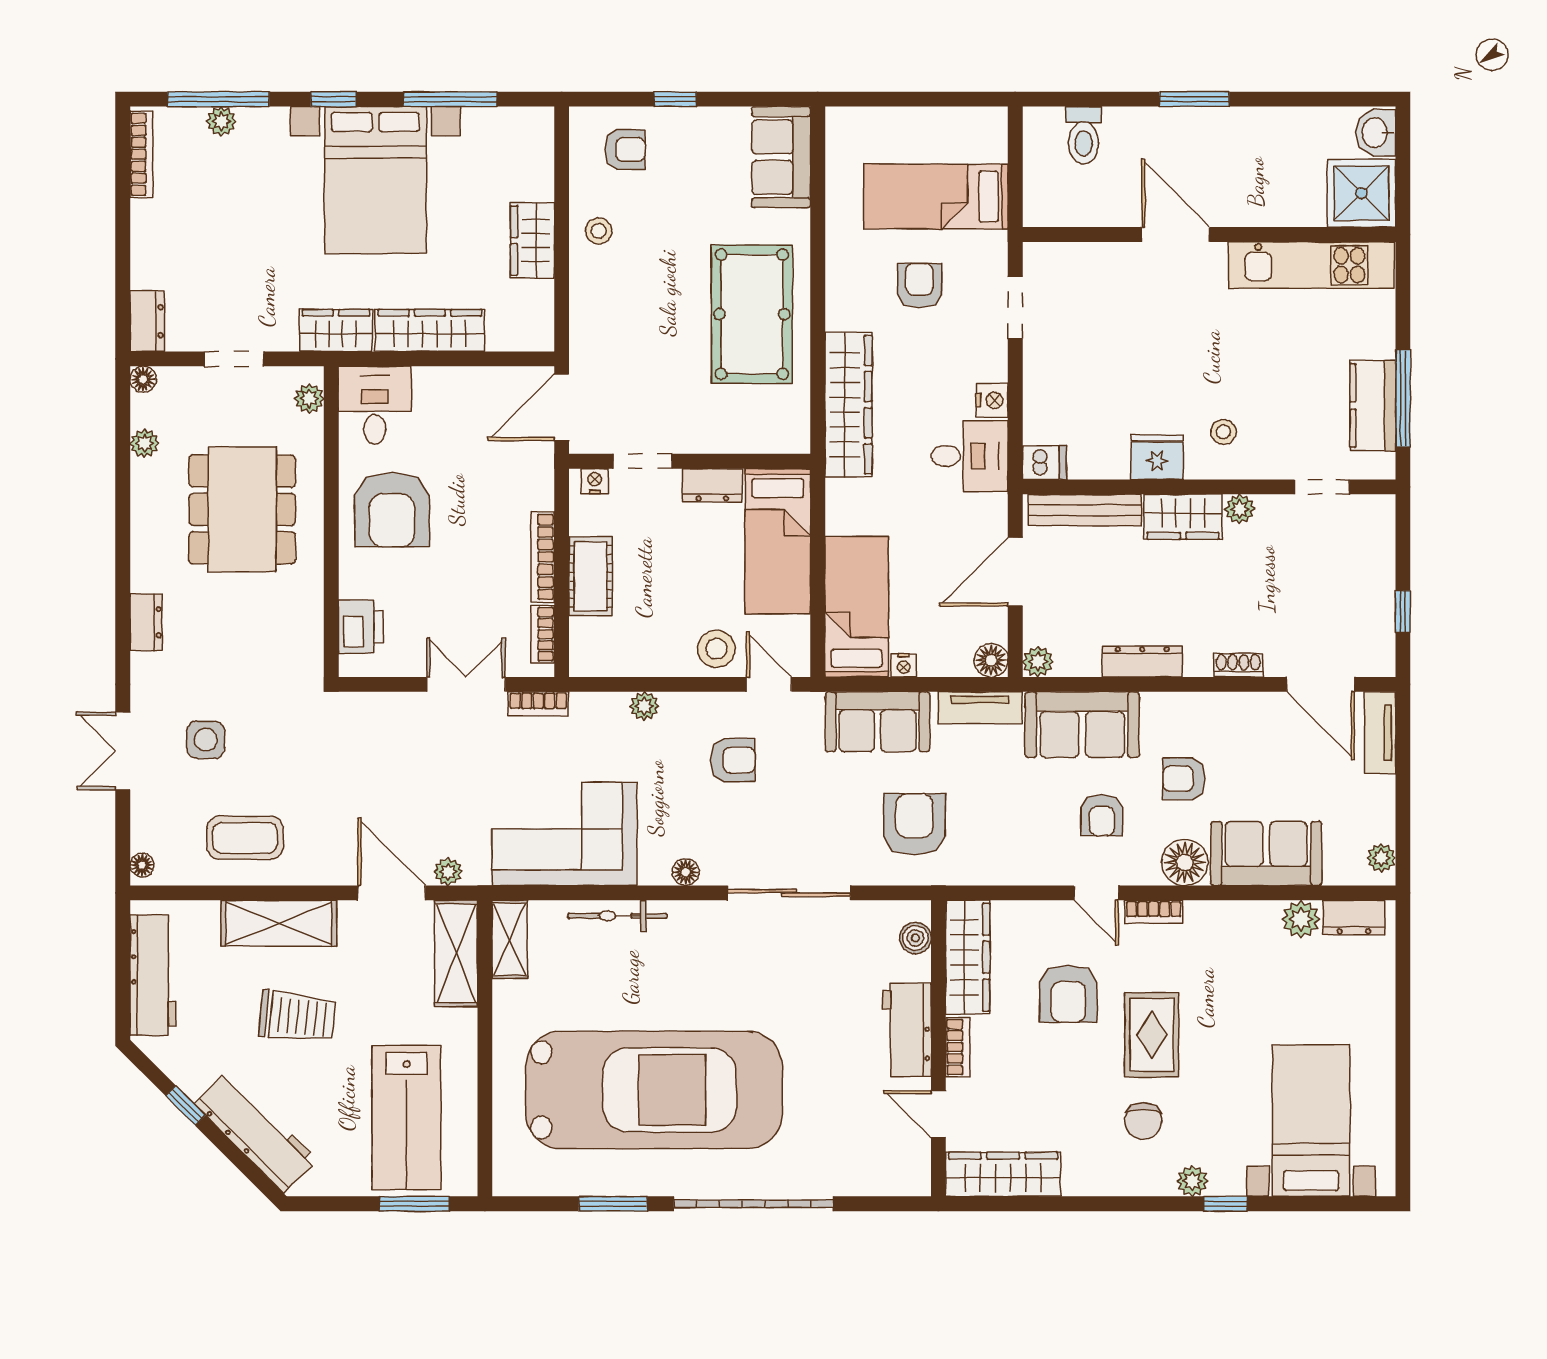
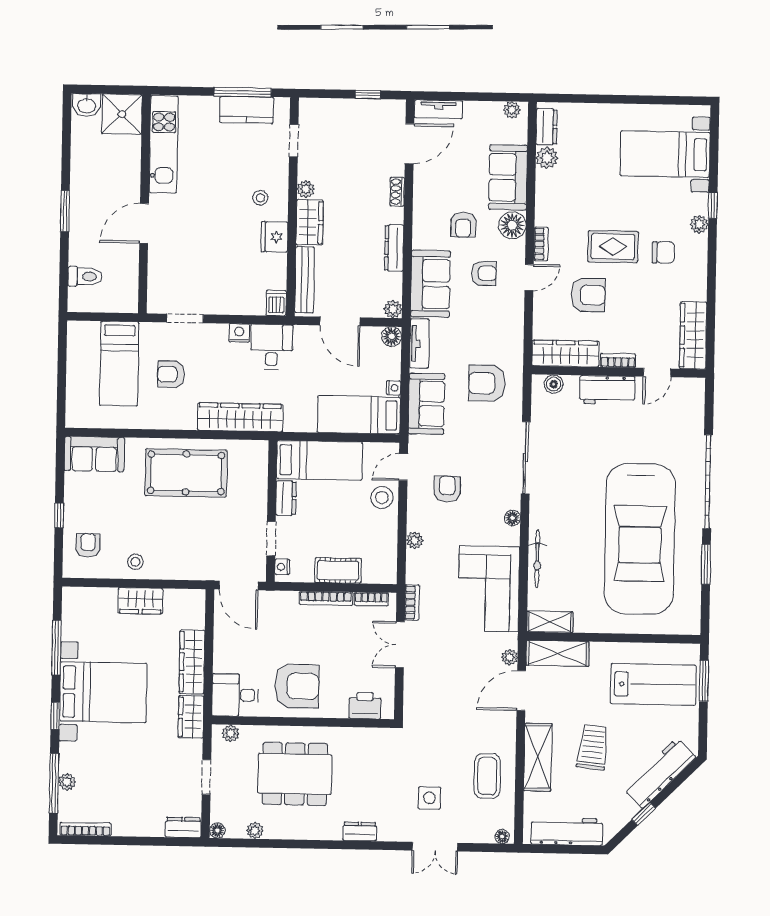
car: (654, 1090) -> (640, 539), turned 180

